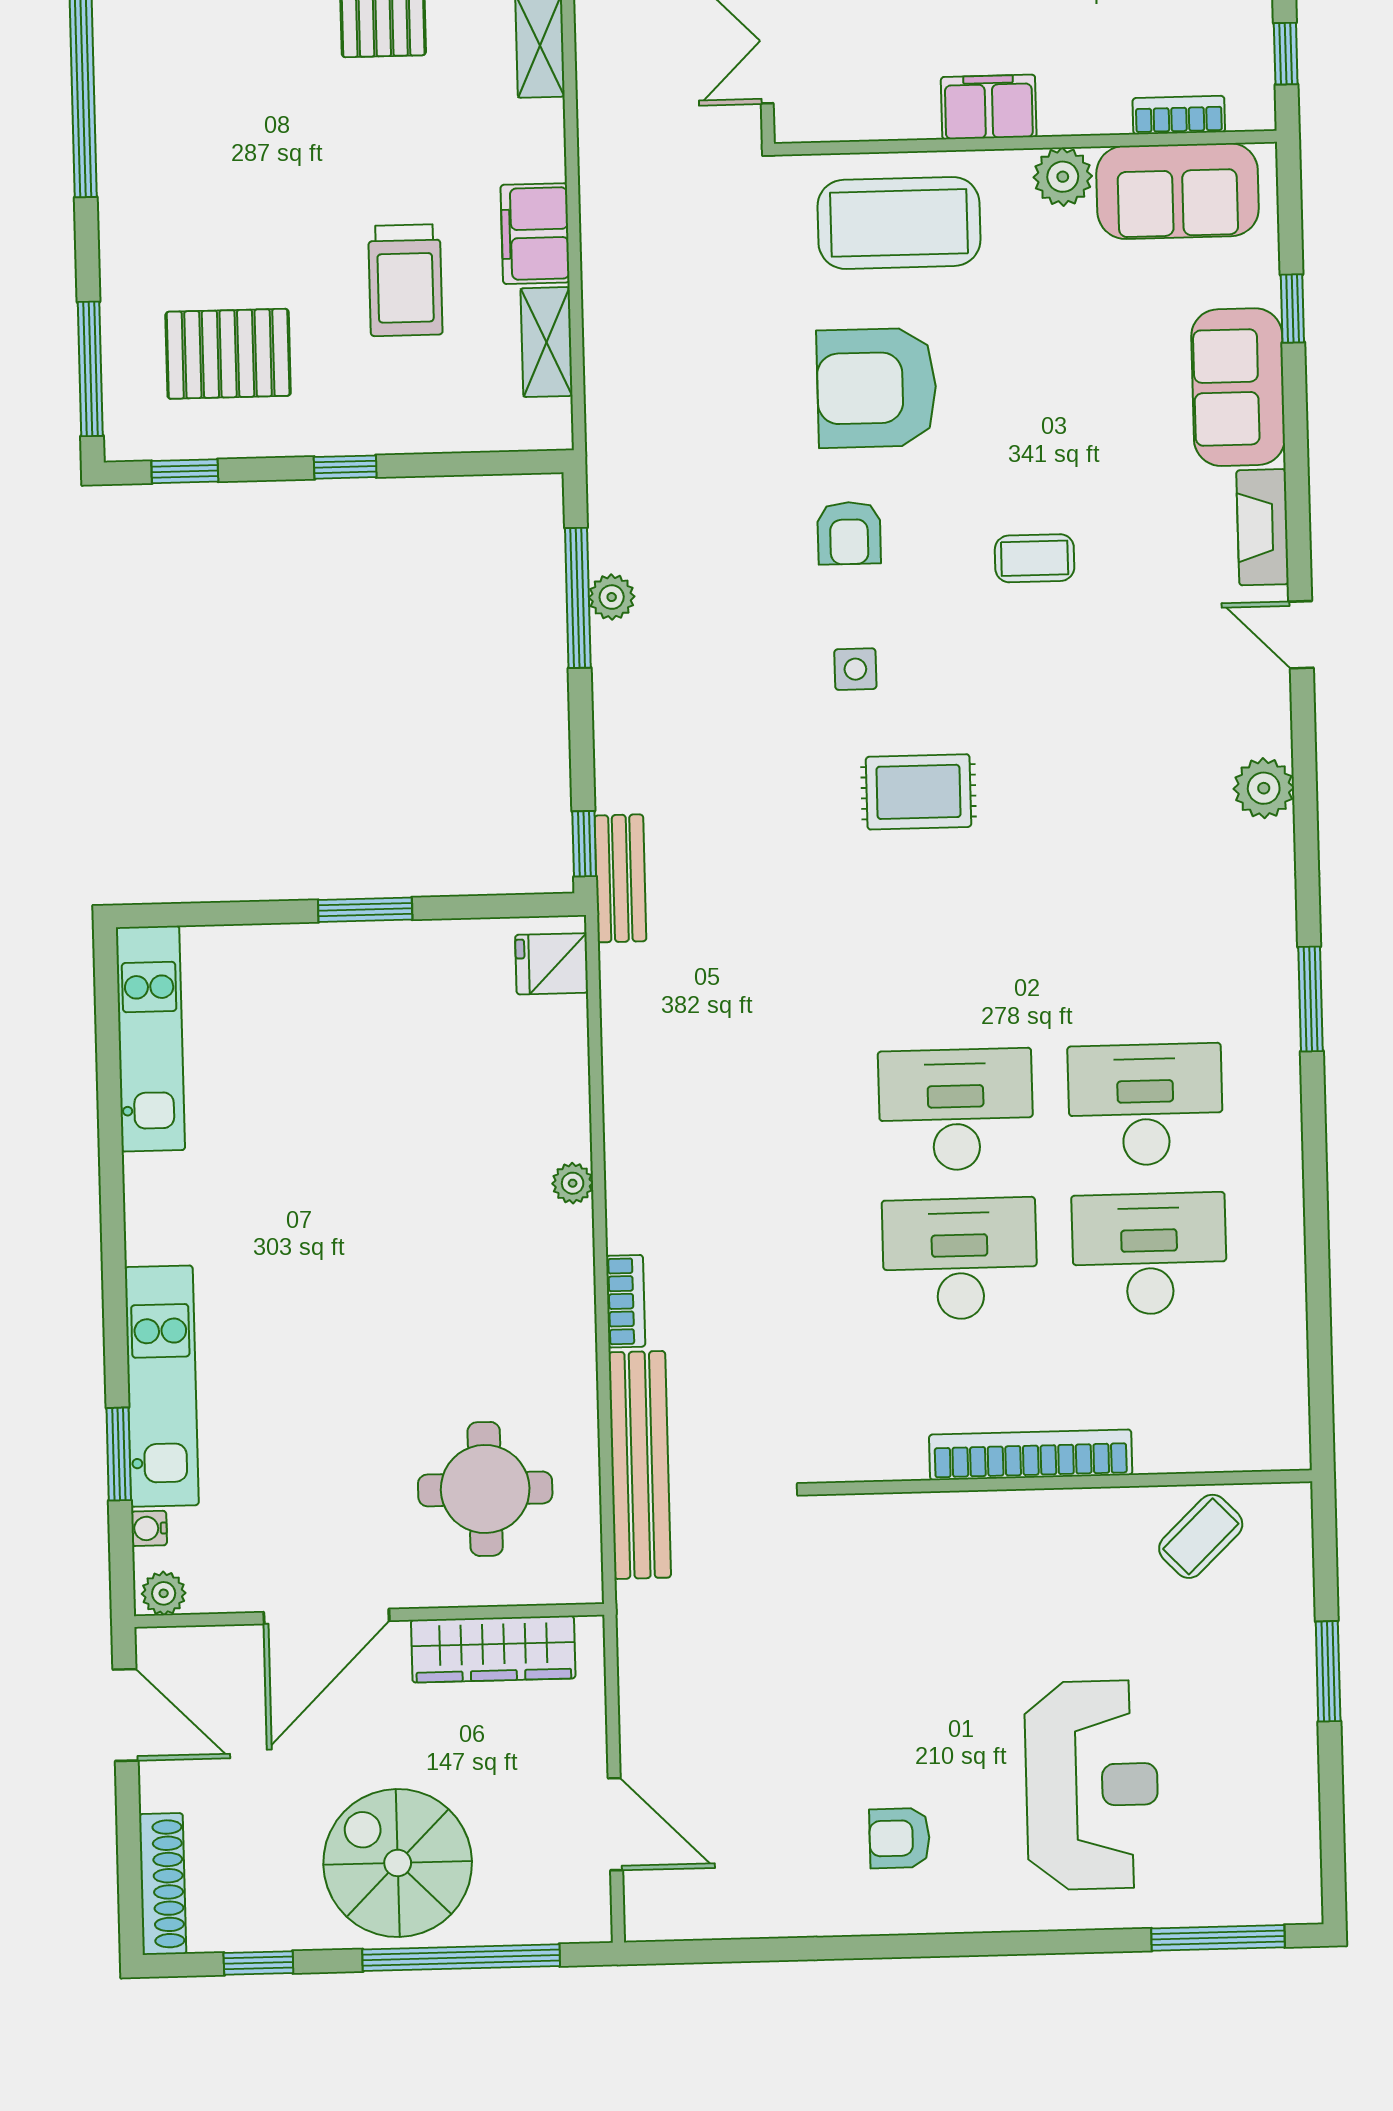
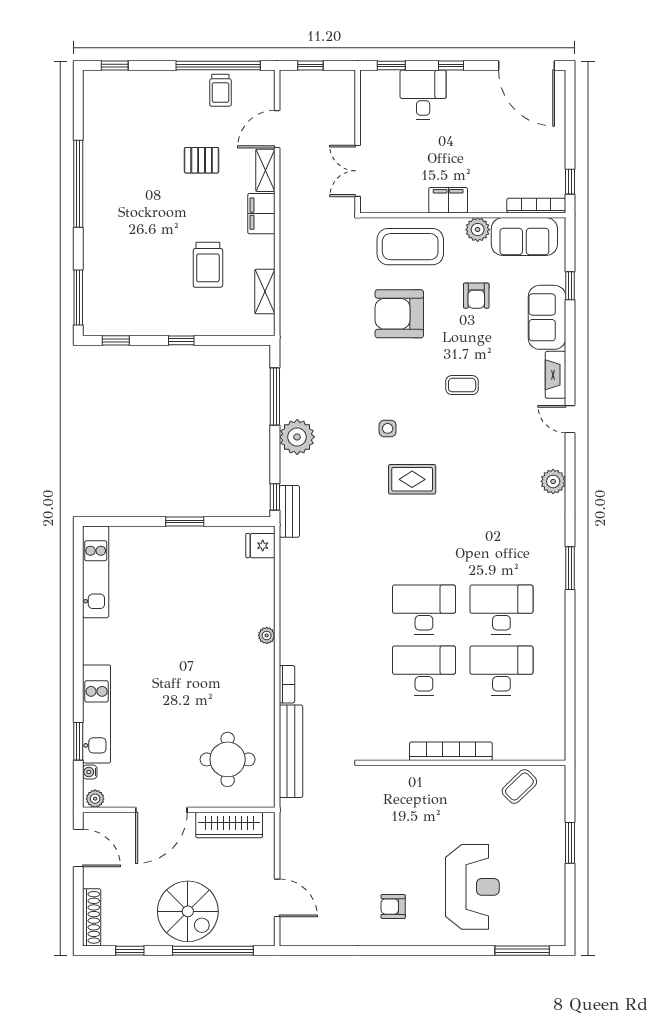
bookcase: (1179, 115) -> (536, 206), width x1.56
filing cabinet: (535, 234) -> (261, 214), moved
pallet: (228, 354) -> (135, 293), removed
armchair: (849, 533) -> (476, 296), moved
plant: (612, 597) -> (297, 437), moved, width x1.87, depth x1.87
spiral stairs: (398, 1863) -> (188, 911), turned 180

